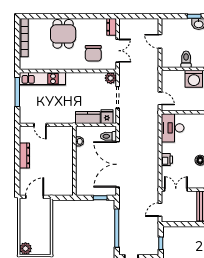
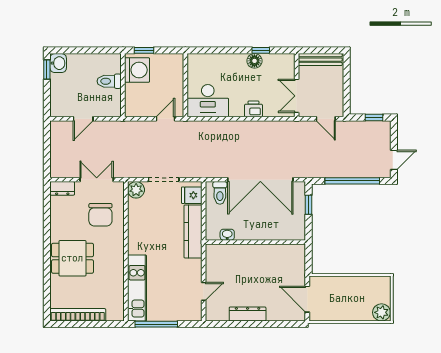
chair: (93, 53) -> (100, 215), turned 90
kitchen counter: (88, 118) -> (193, 231), width x1.50

